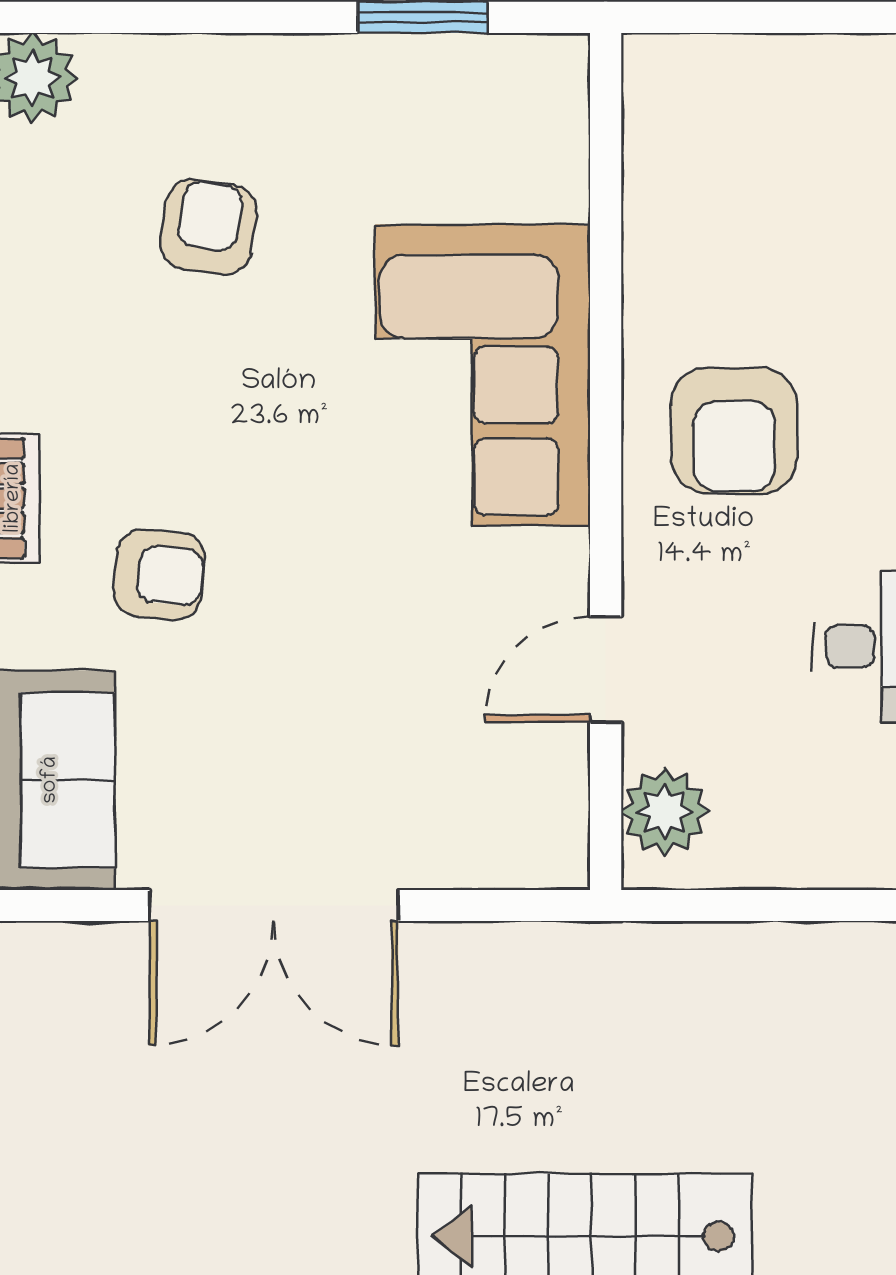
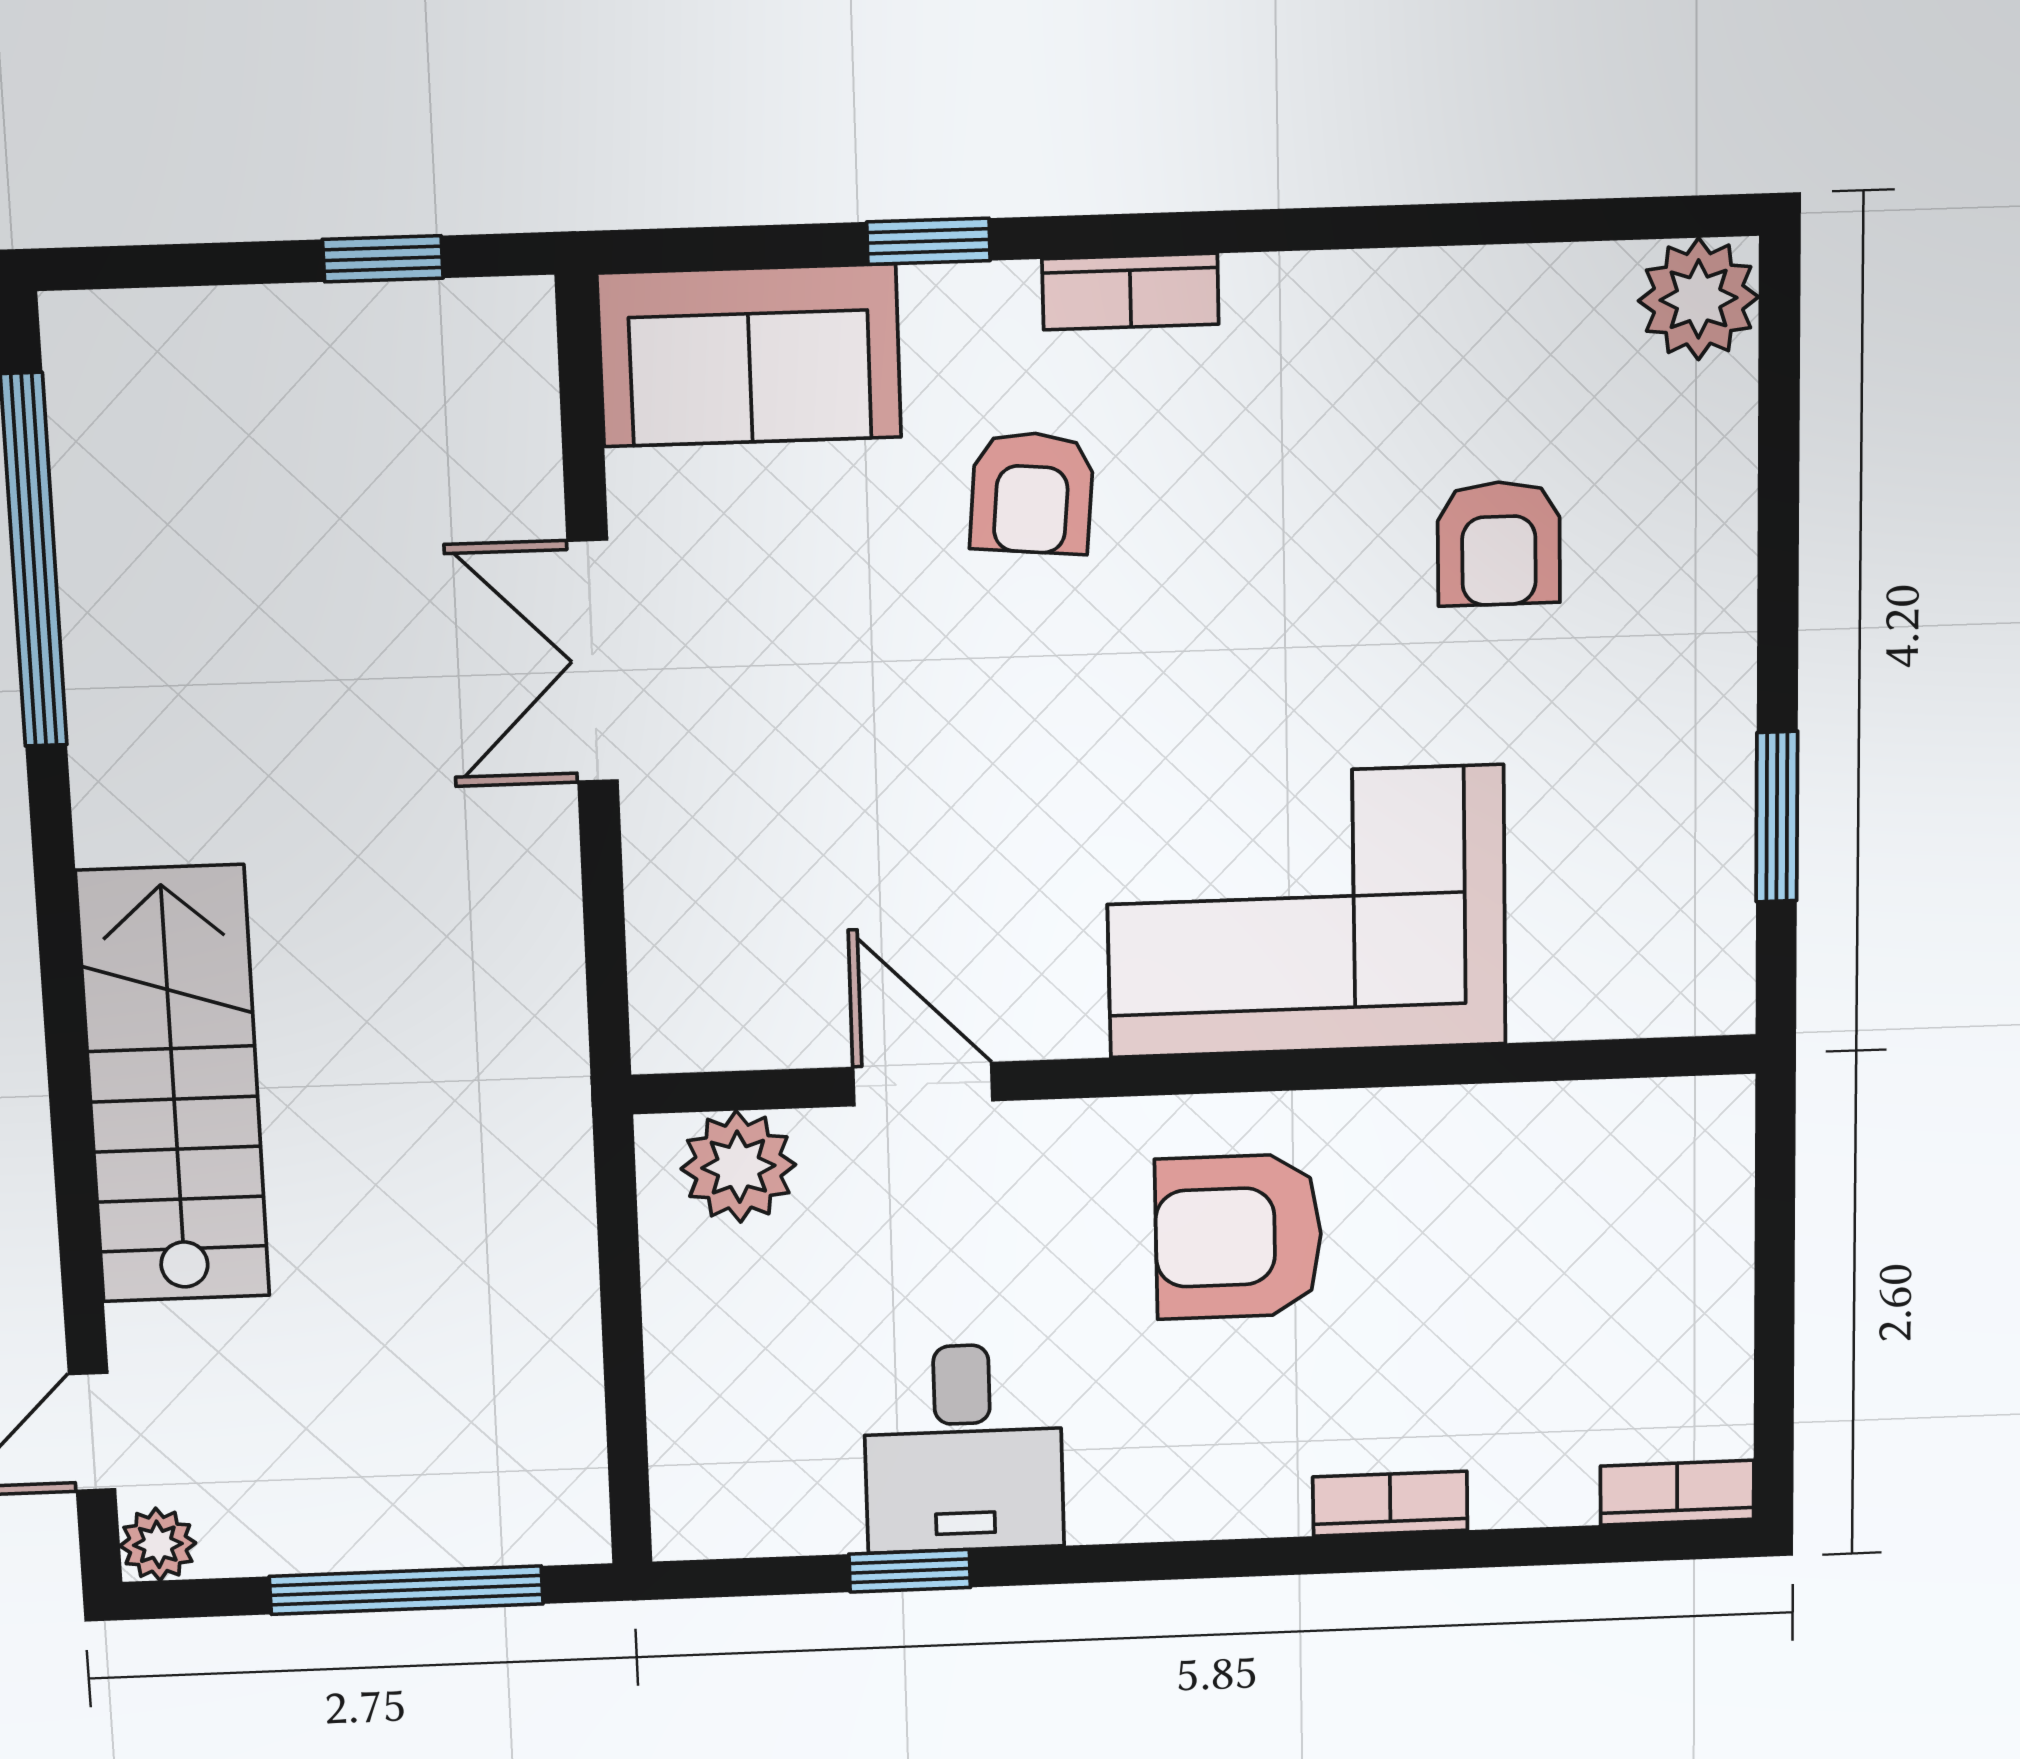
armchair: (209, 227) -> (1499, 543), turned 81
double door: (274, 905) -> (593, 661), width x0.73

